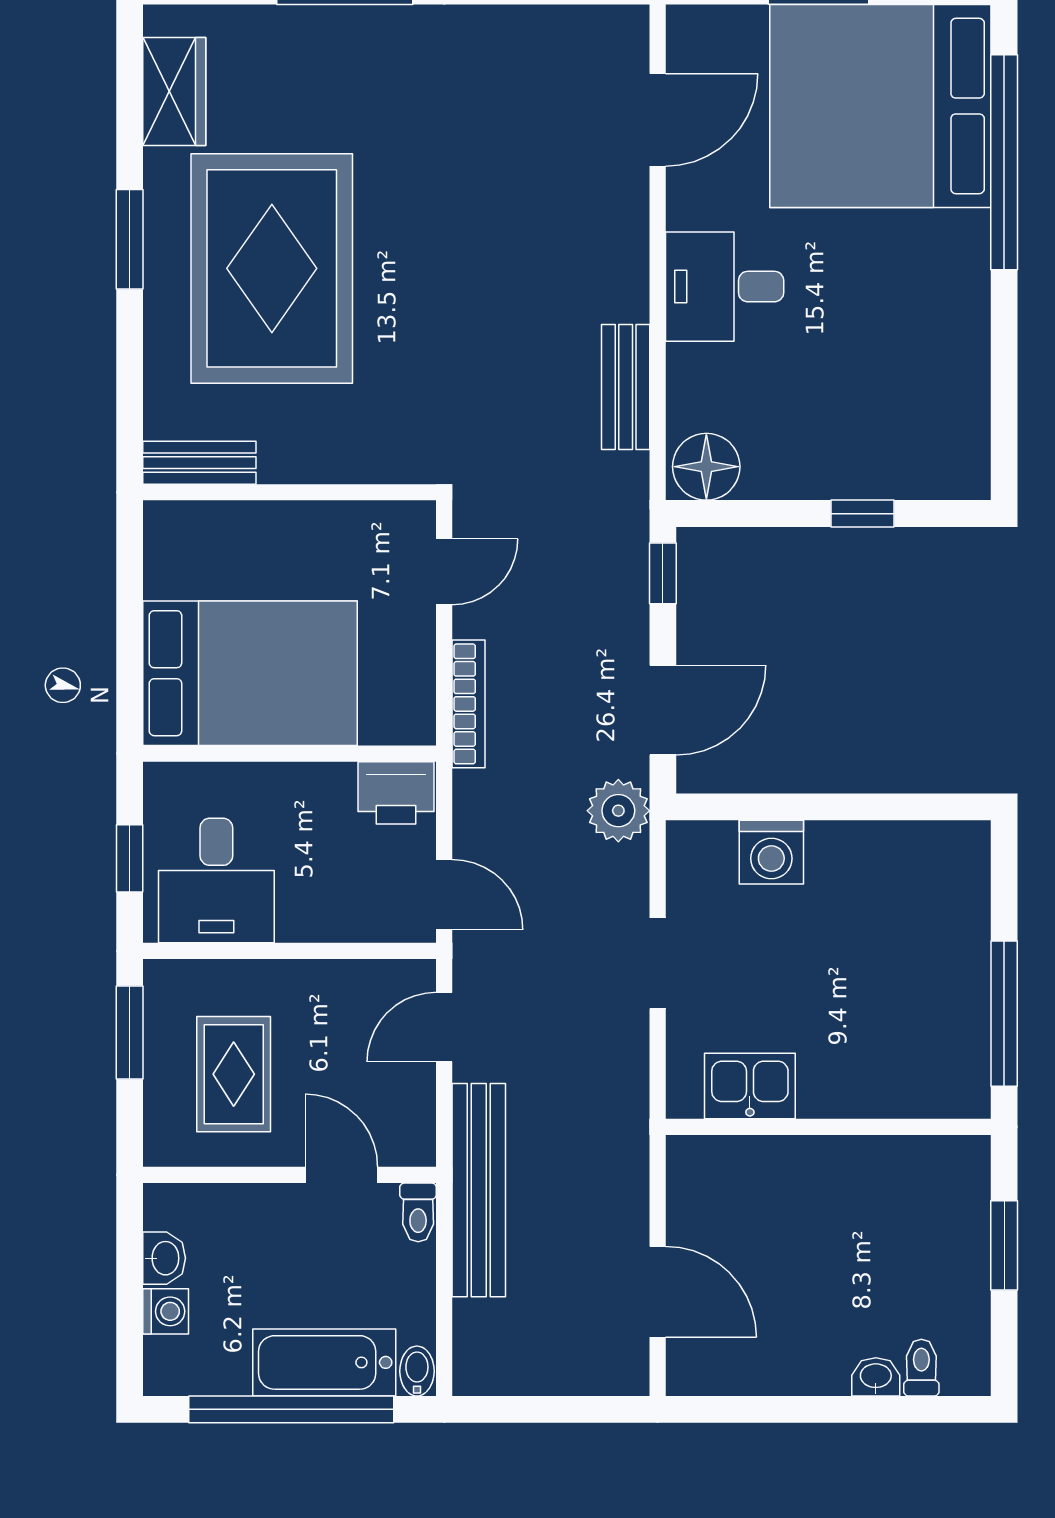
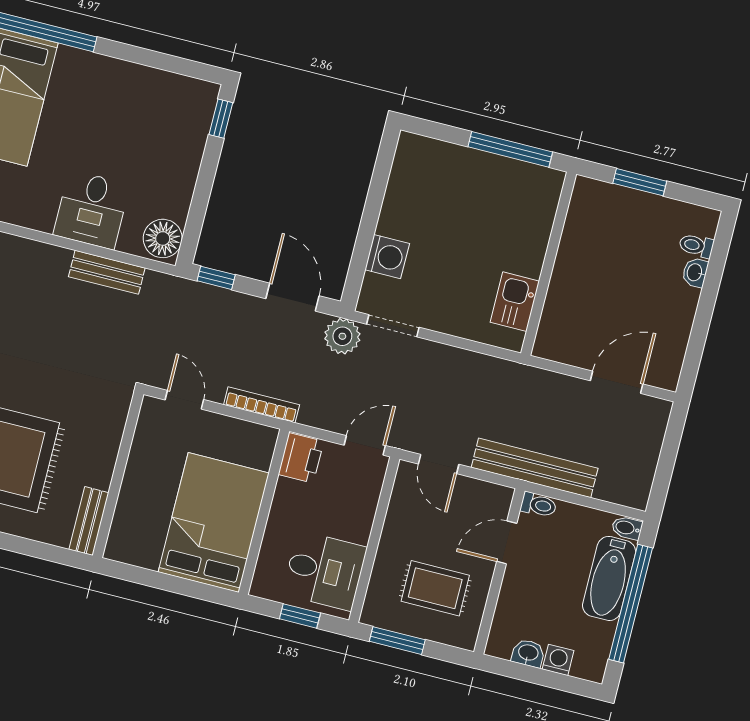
desk: (725, 287) -> (92, 210), moved
window: (862, 514) -> (221, 119), moved
doorway: (658, 963) -> (393, 326), moved

